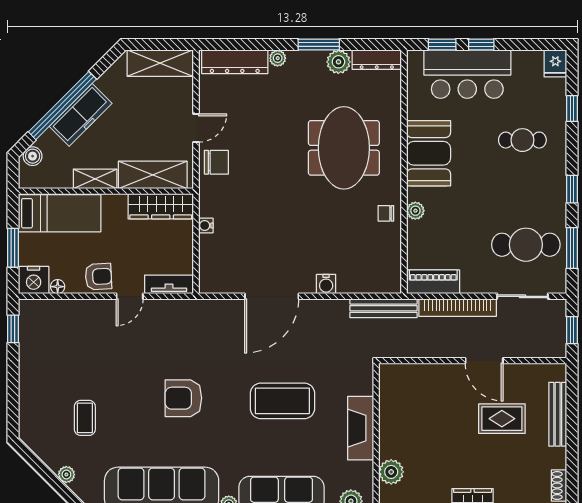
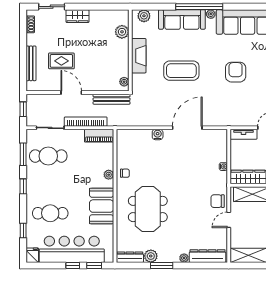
bar counter: (467, 74) -> (72, 249), width x1.36
cafe table: (522, 140) -> (50, 213), width x1.37, depth x1.35
bench: (383, 308) -> (112, 99), moved
plant: (387, 381) -> (124, 82), added
armchair: (183, 398) -> (236, 72), turned -90

